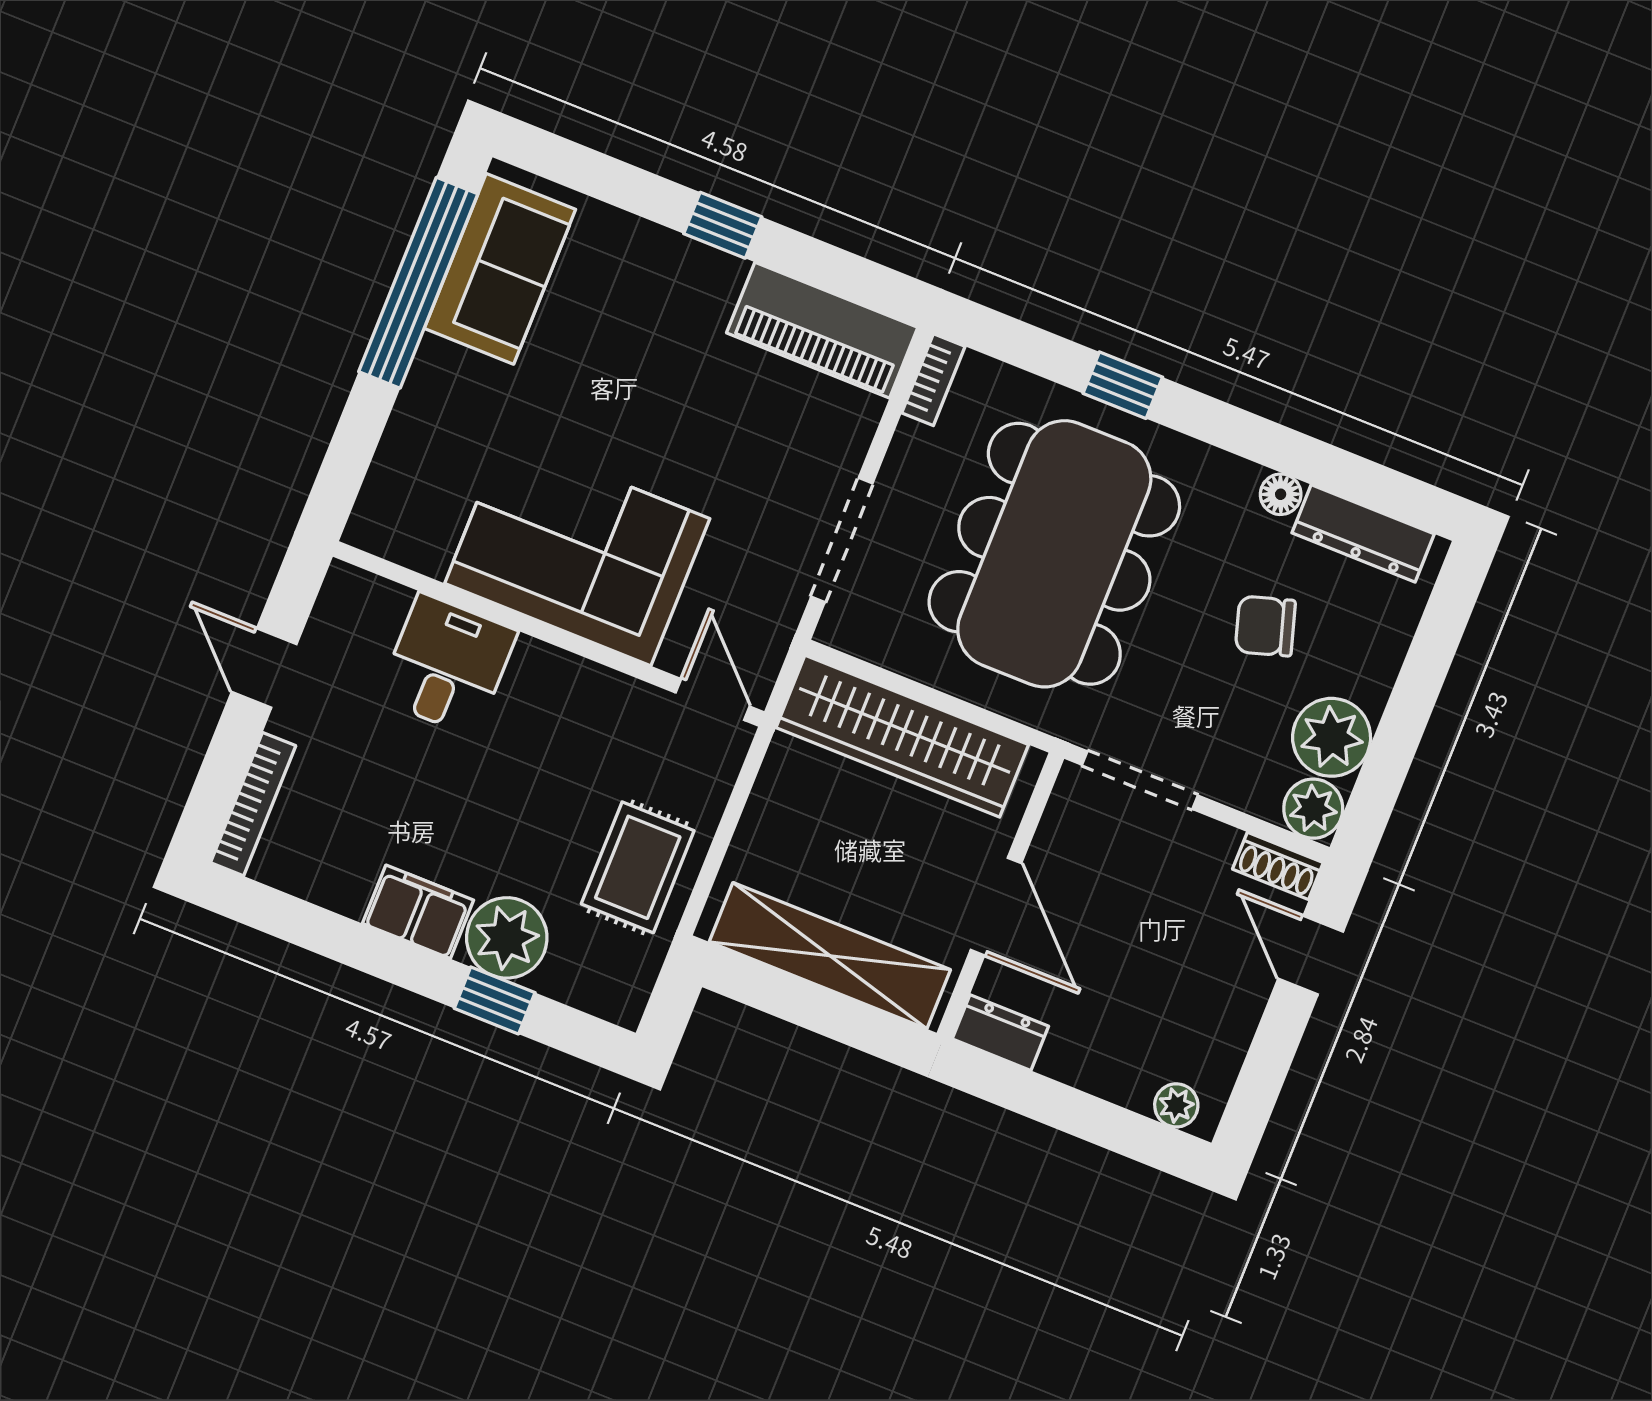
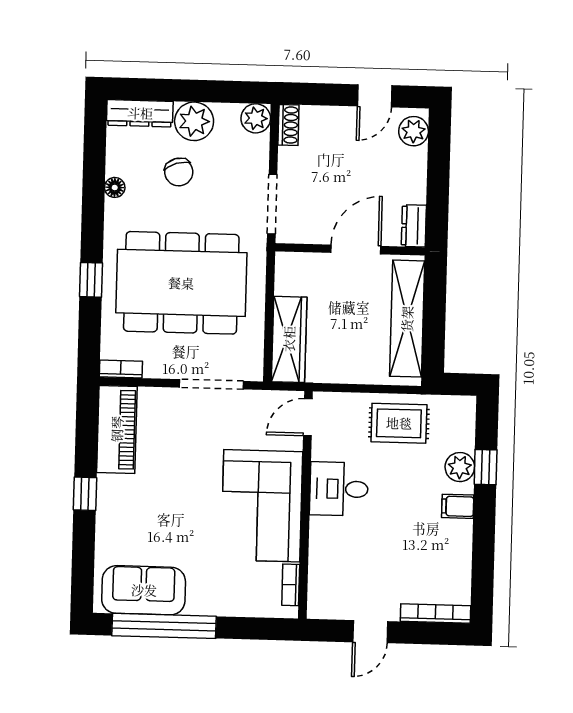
dresser: (1363, 533) -> (140, 113), moved, turned 90
bookcase: (408, 551) -> (291, 585), added
desk: (447, 665) -> (339, 489), moved
wardrobe: (902, 736) -> (289, 339), width x0.71, depth x0.85
plant: (1332, 737) -> (194, 121), moved
filing cabinet: (418, 912) -> (458, 506), width x0.50
plant: (507, 938) -> (460, 467), width x0.73, depth x0.73
door: (1311, 955) -> (375, 96), moved
plant: (1176, 1105) -> (414, 131), width x1.38, depth x1.38

